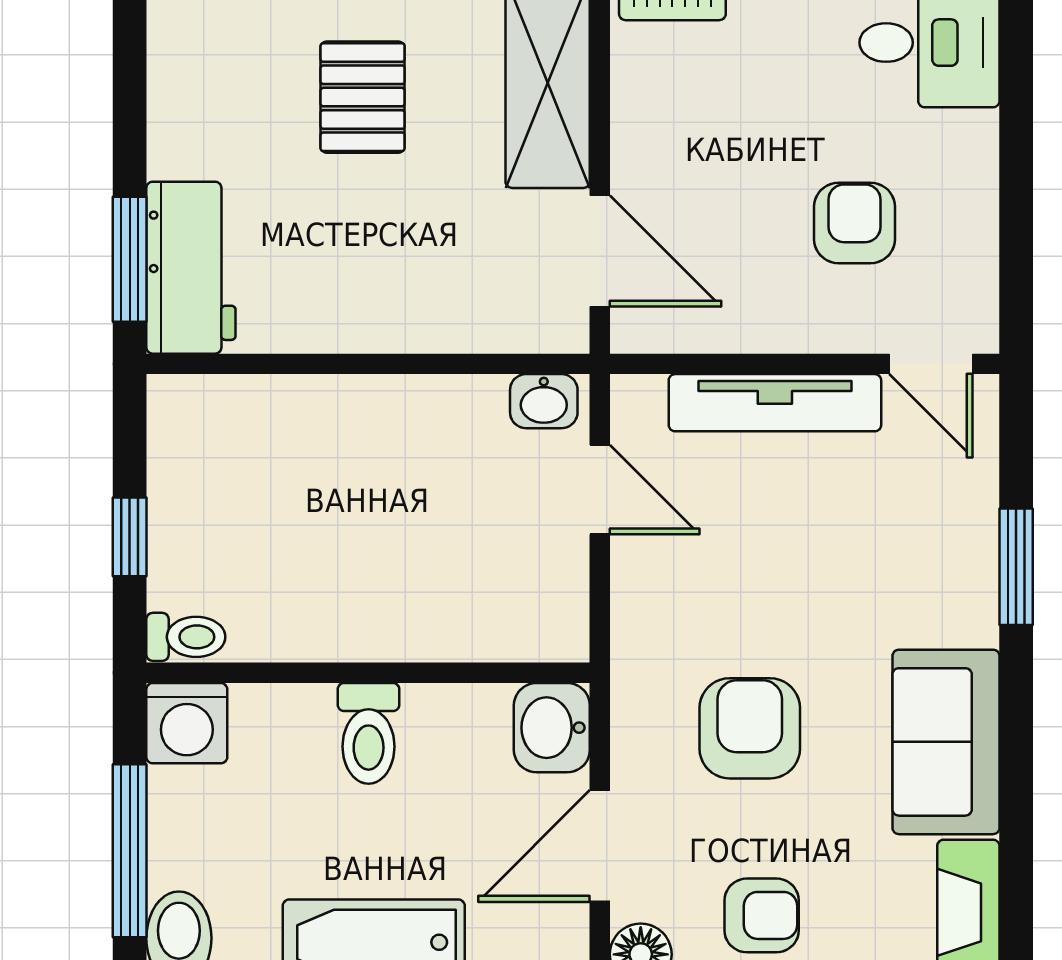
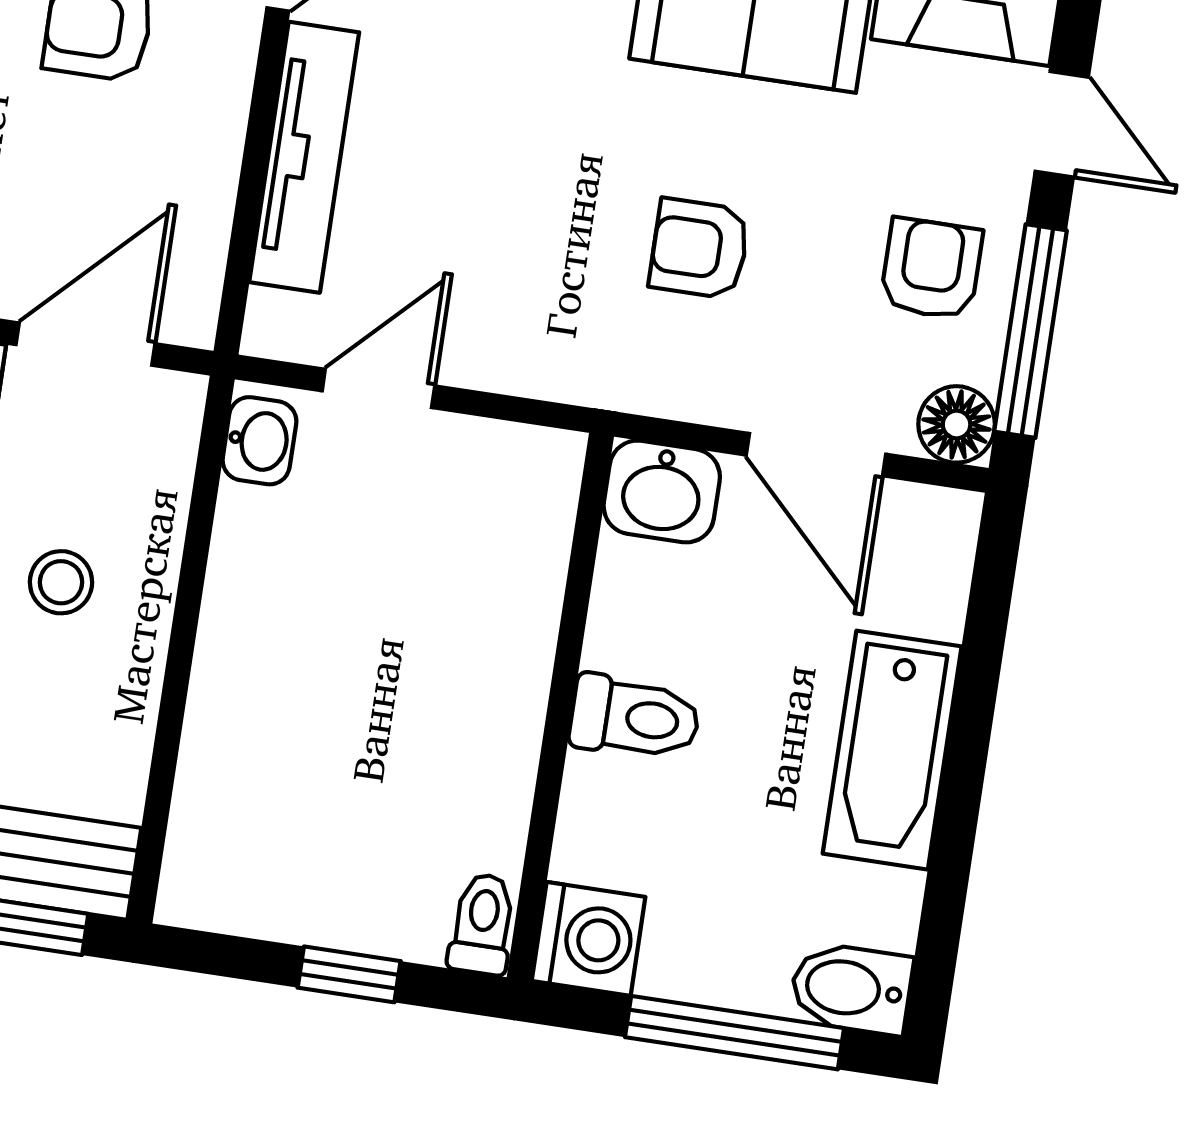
stool: (407, 260) -> (61, 582), added
armchair: (750, 728) -> (699, 249), width x0.72, depth x0.72

